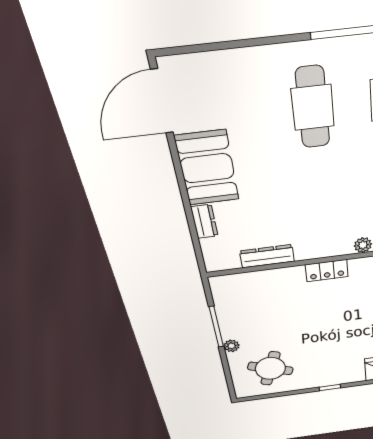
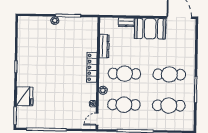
cafe table: (322, 209) -> (124, 74), added
locker: (327, 271) -> (92, 67), width x1.53
round table: (270, 368) -> (36, 37), removed

